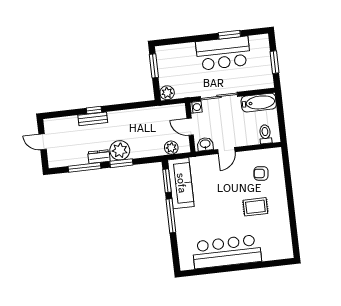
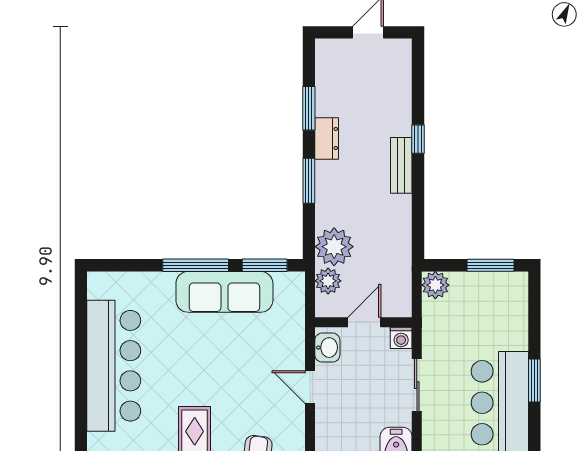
window: (229, 35) -> (534, 381), moved
sliding door: (219, 96) -> (417, 385), width x0.73
bench: (93, 119) -> (401, 165), moved
plant: (120, 150) -> (334, 247), moved
window: (84, 167) -> (309, 108), width x0.69
sofa: (181, 183) -> (224, 292), moved

